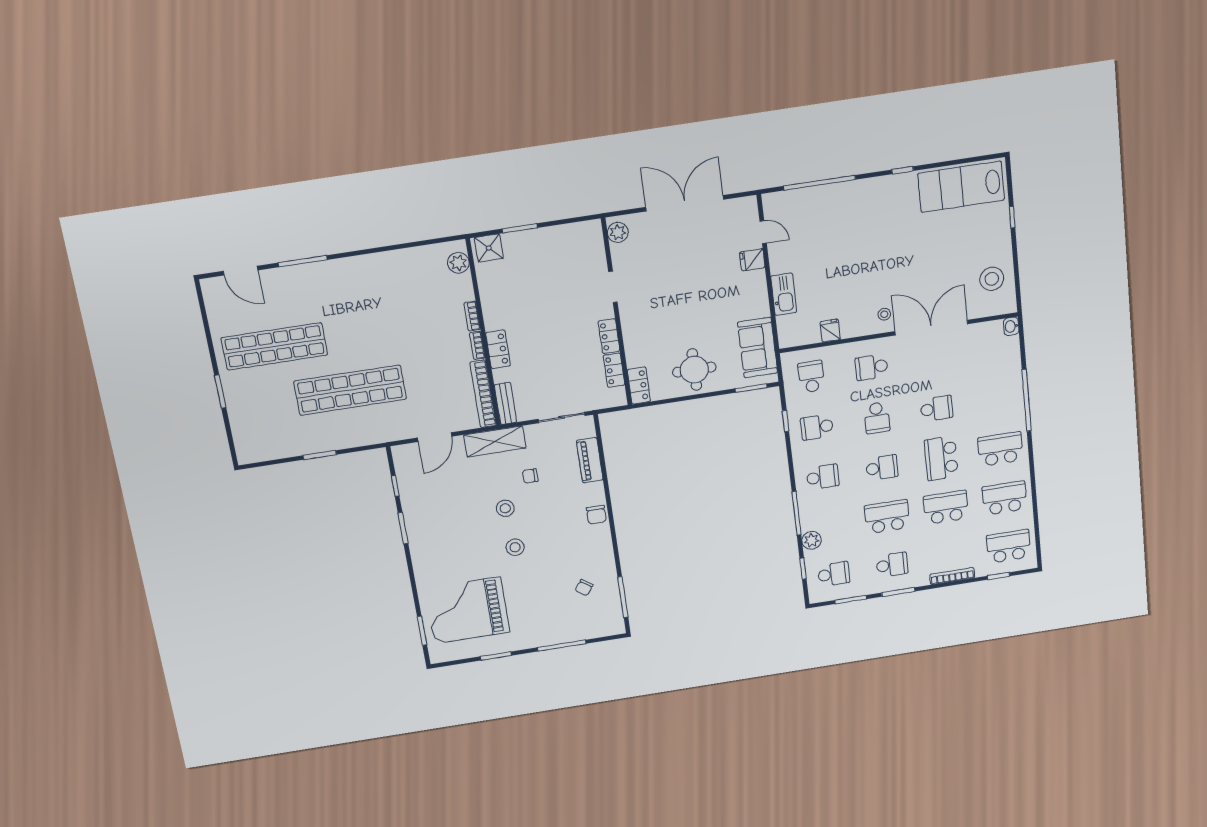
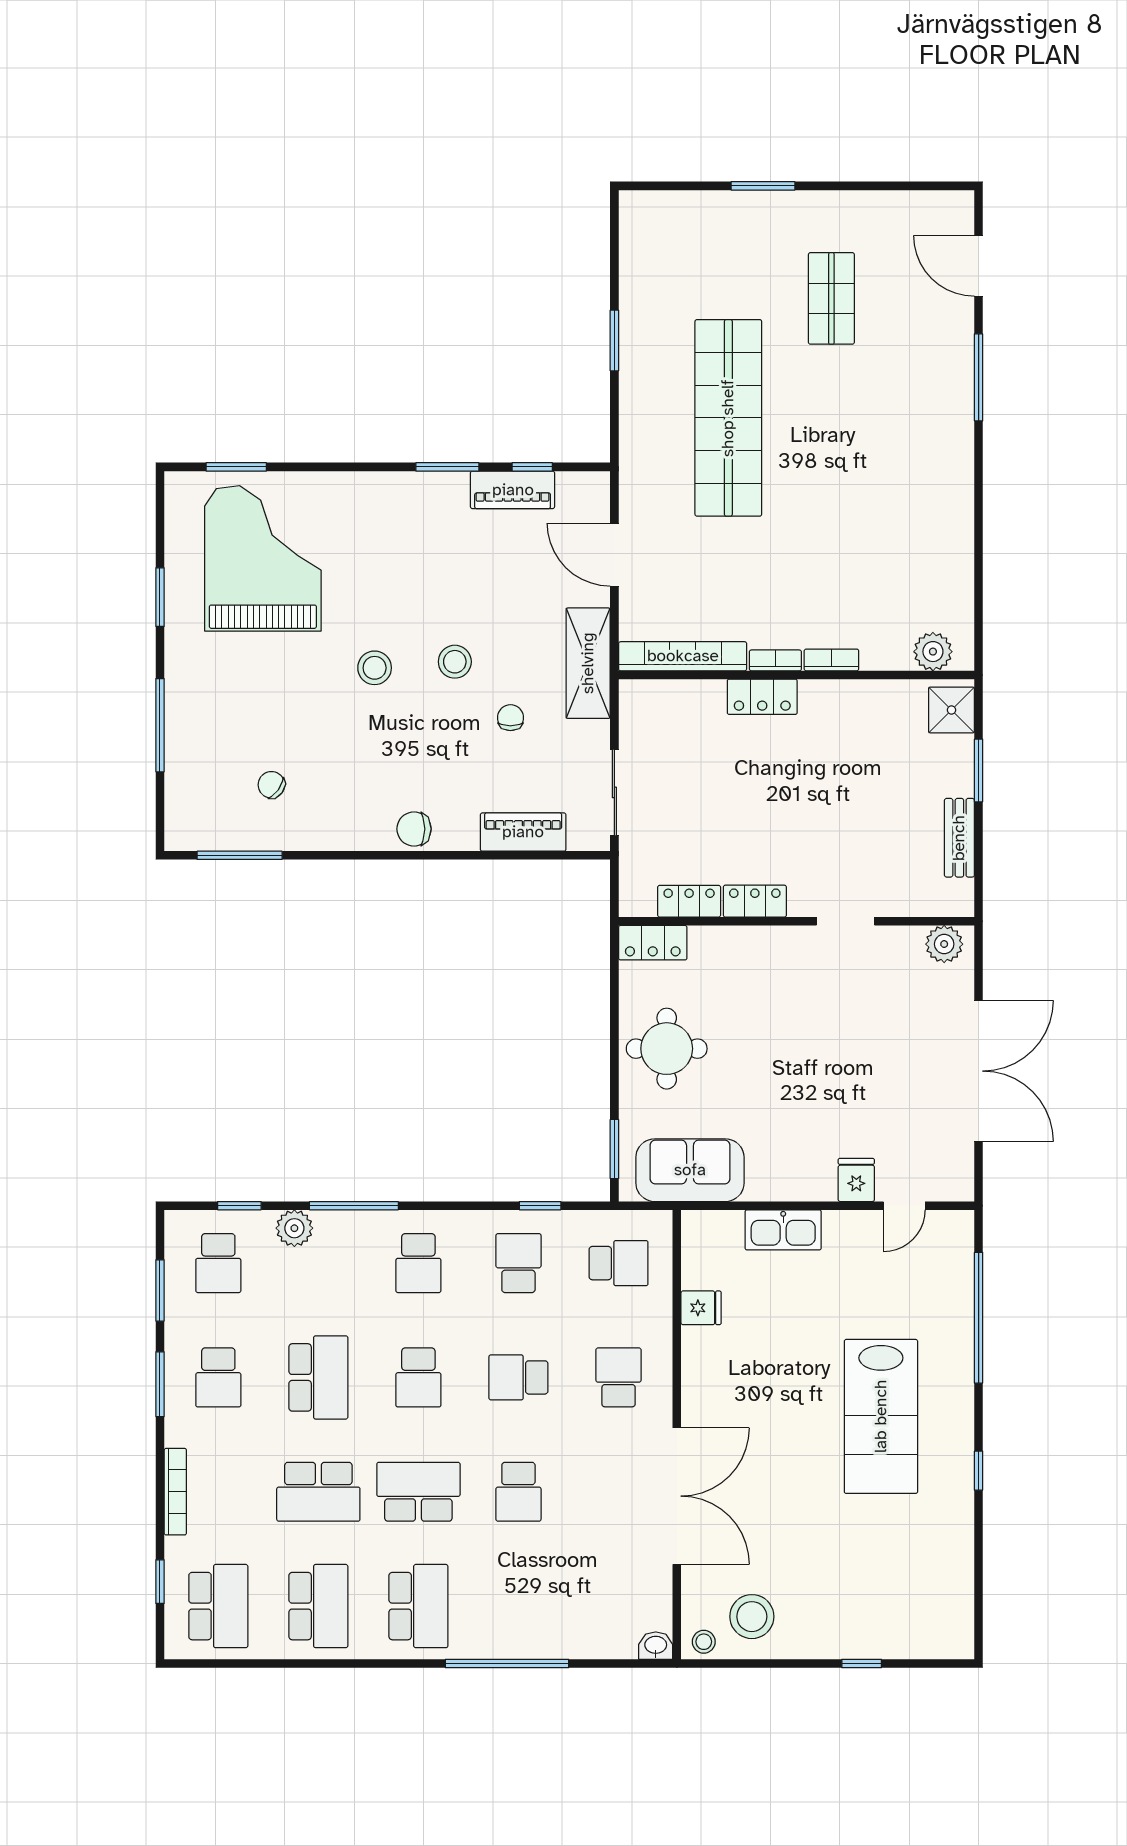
lab bench: (961, 187) -> (881, 1416), moved, turned 180
door: (241, 271) -> (979, 266), hinge flipped
stool: (884, 314) -> (704, 1642), moved
shop shelf: (274, 346) -> (831, 298), width x0.50, depth x0.74
bench: (506, 403) -> (959, 838), moved, turned 90
piano: (409, 494) -> (513, 490), added
school desk: (946, 507) -> (318, 1492), turned 90

